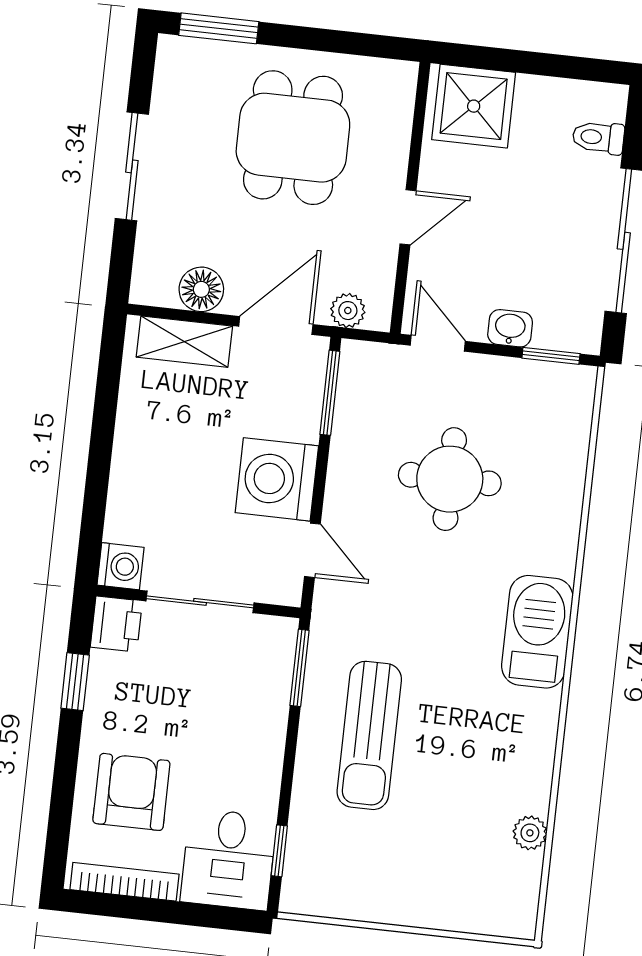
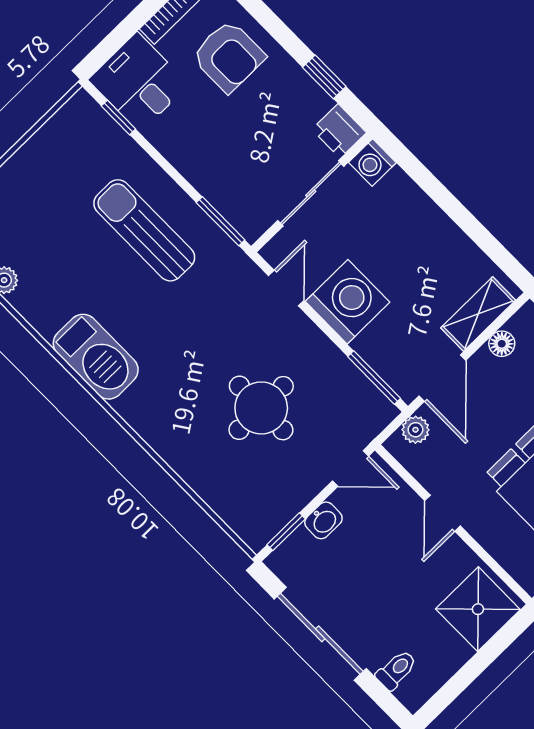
floor lamp: (201, 289) -> (502, 344), width x0.73, depth x0.73
door: (312, 550) -> (286, 288), swing flipped
barbecue: (537, 632) -> (96, 357), moved

